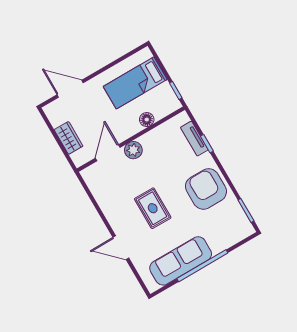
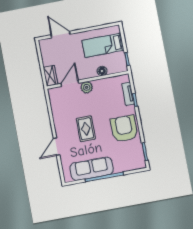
wardrobe: (69, 138) -> (50, 76), moved
door: (121, 248) -> (57, 147), hinge flipped

